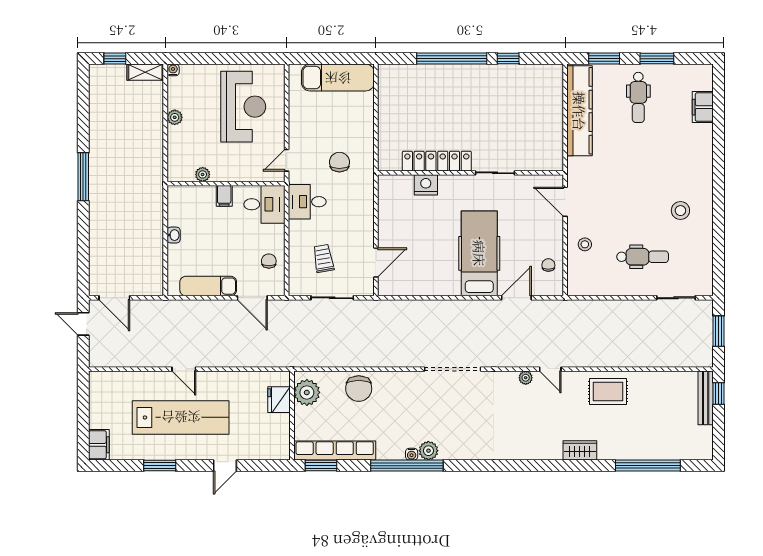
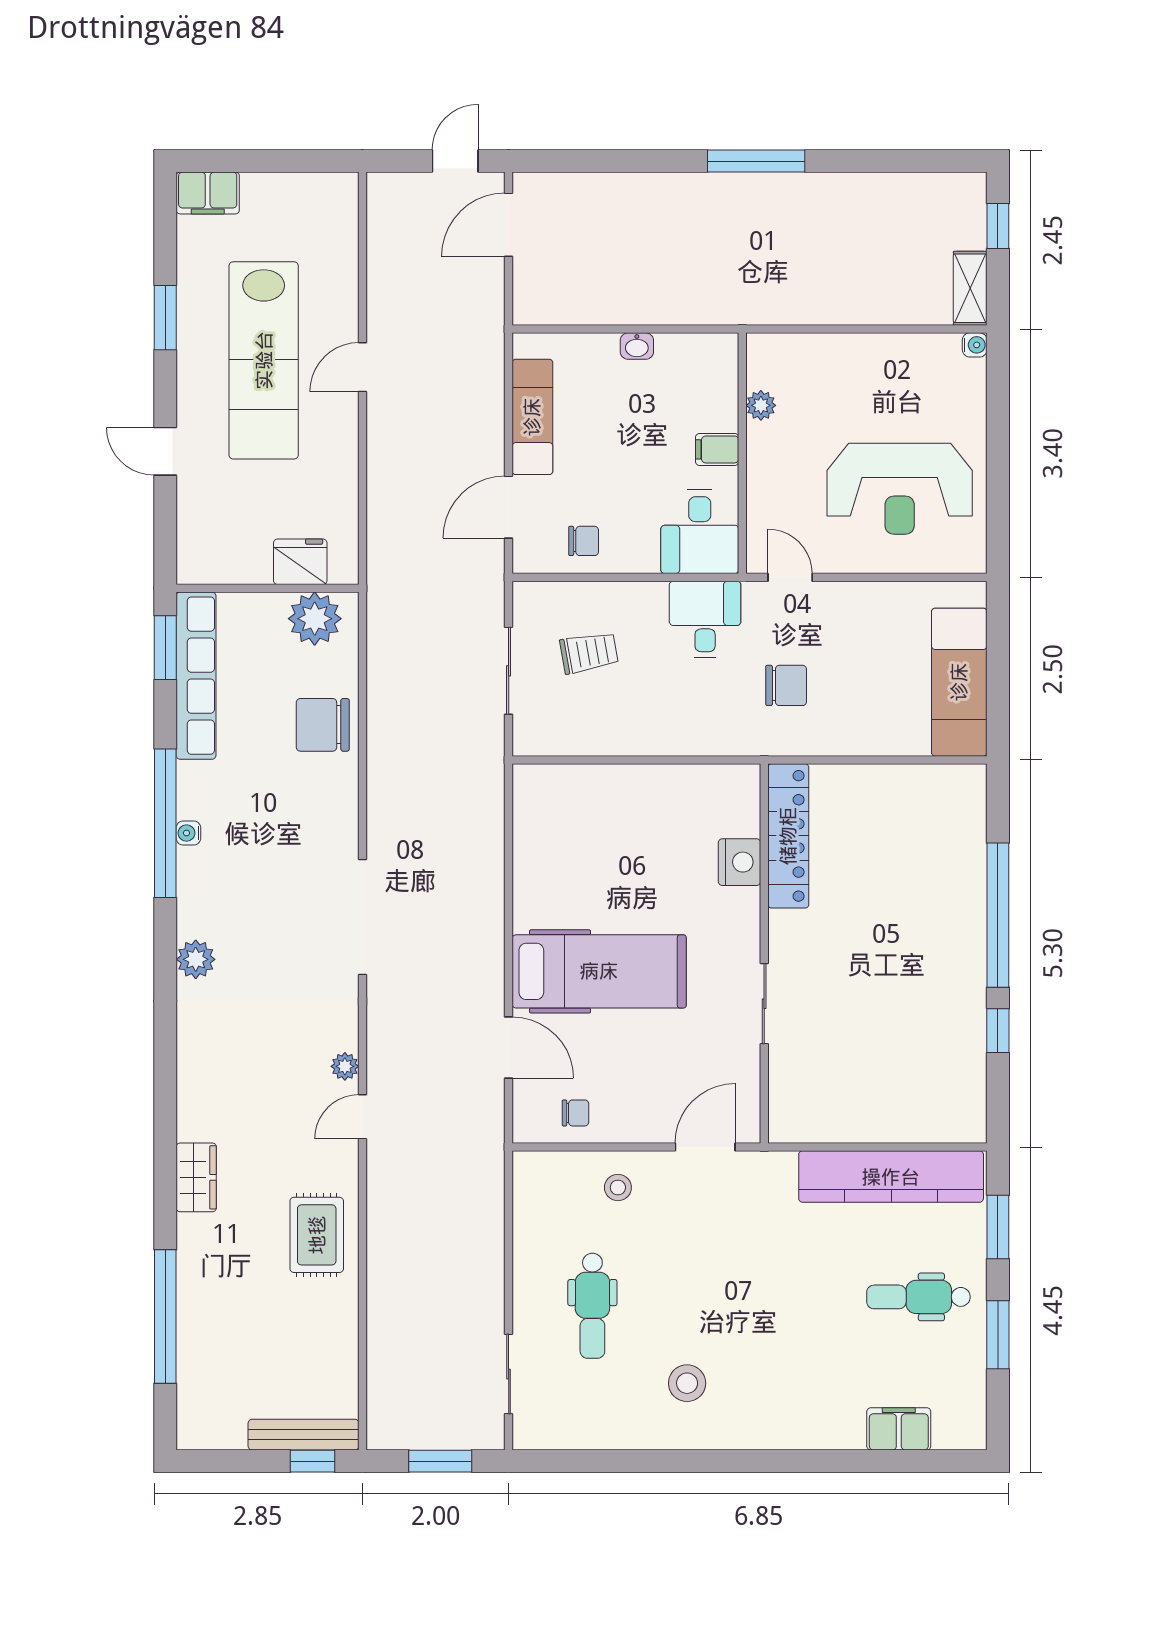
plant: (175, 117) -> (878, 348), removed
locker: (437, 161) -> (788, 836), moved
door: (376, 263) -> (580, 760), removed
plant: (428, 451) -> (196, 959), moved

